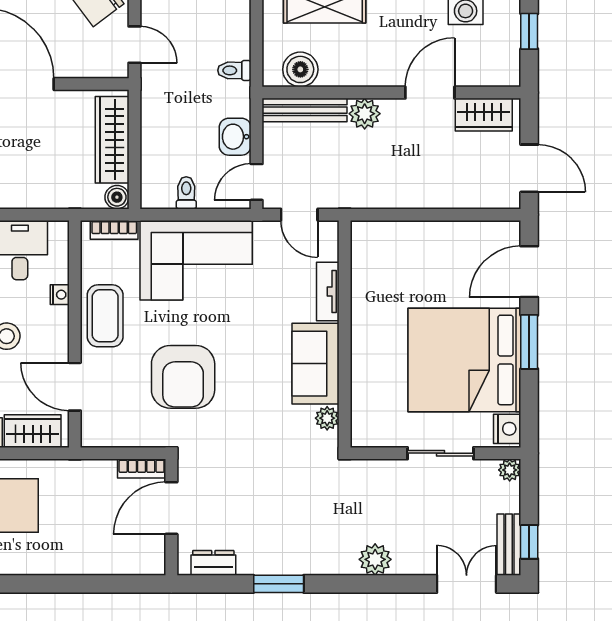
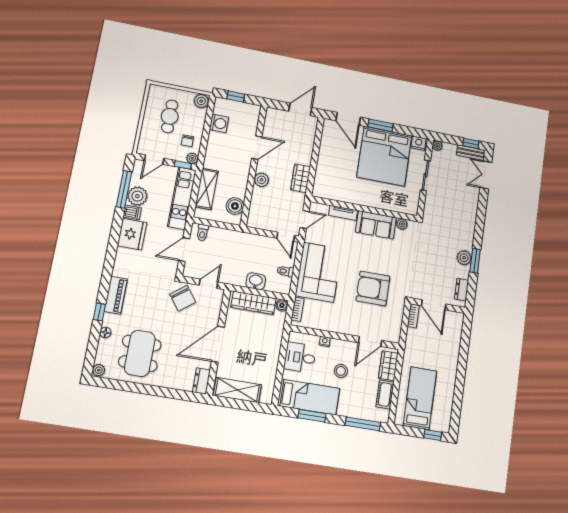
toilet: (234, 70) -> (202, 233), moved
door: (430, 93) -> (257, 148), swing flipped
bench: (305, 110) -> (255, 208), removed
wardrobe: (484, 115) -> (301, 178), moved, turned 180
washbasin: (235, 137) -> (256, 281), moved, turned 180
coffee table: (105, 316) -> (338, 321), removed
armchair: (183, 377) -> (373, 288), turned 180
plant: (375, 559) -> (464, 258), moved

